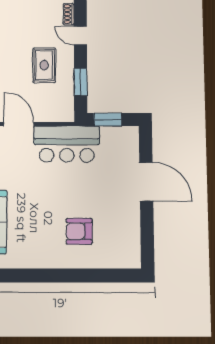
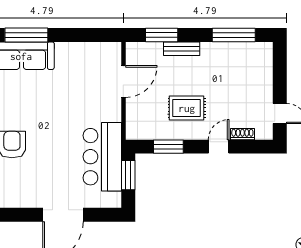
bar counter: (67, 144) -> (102, 157), moved

